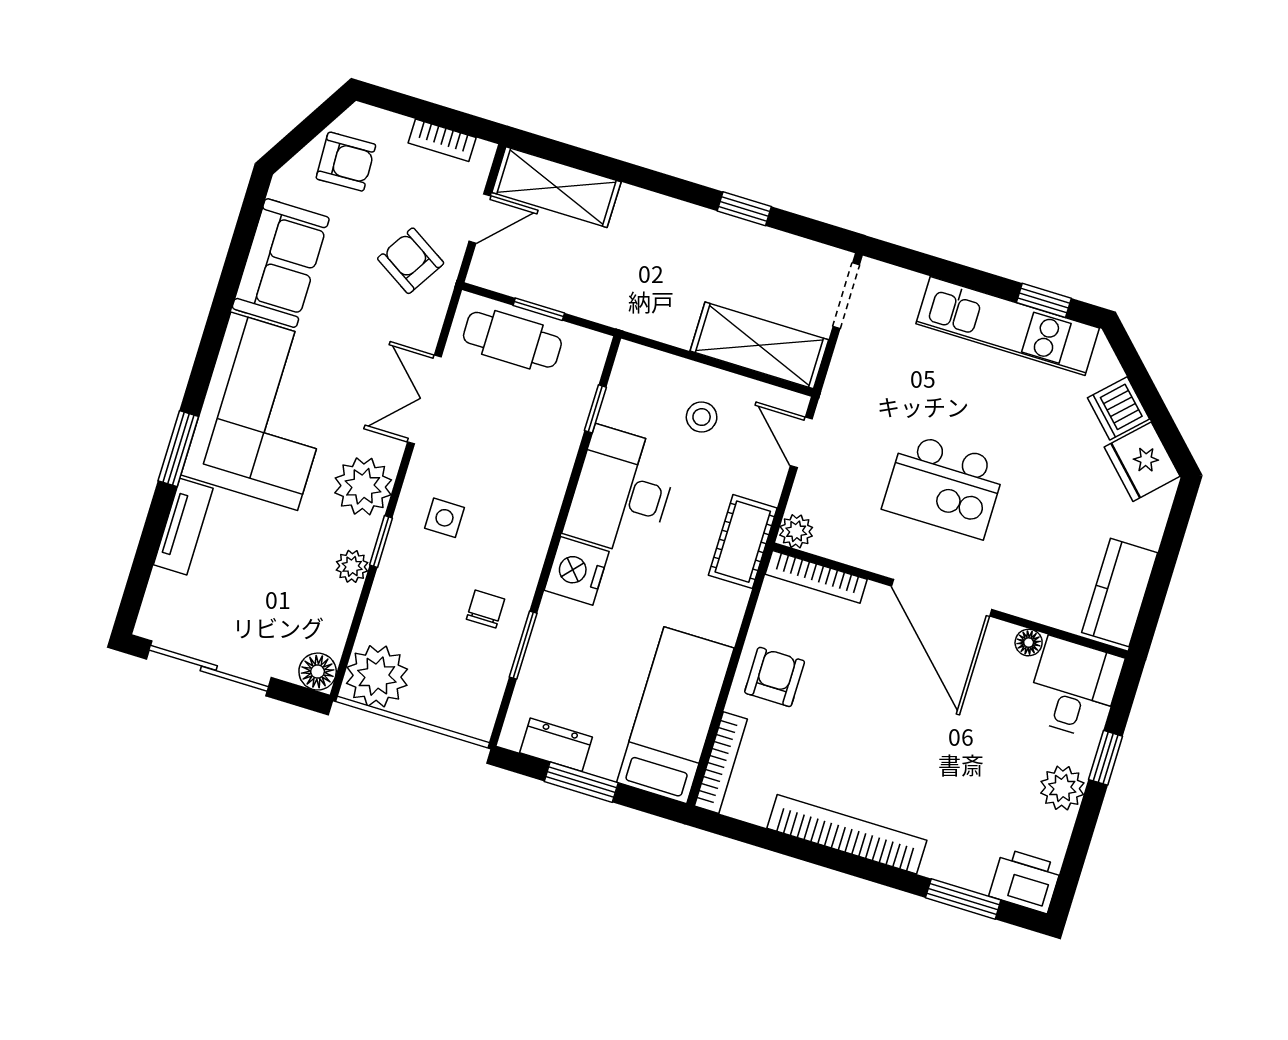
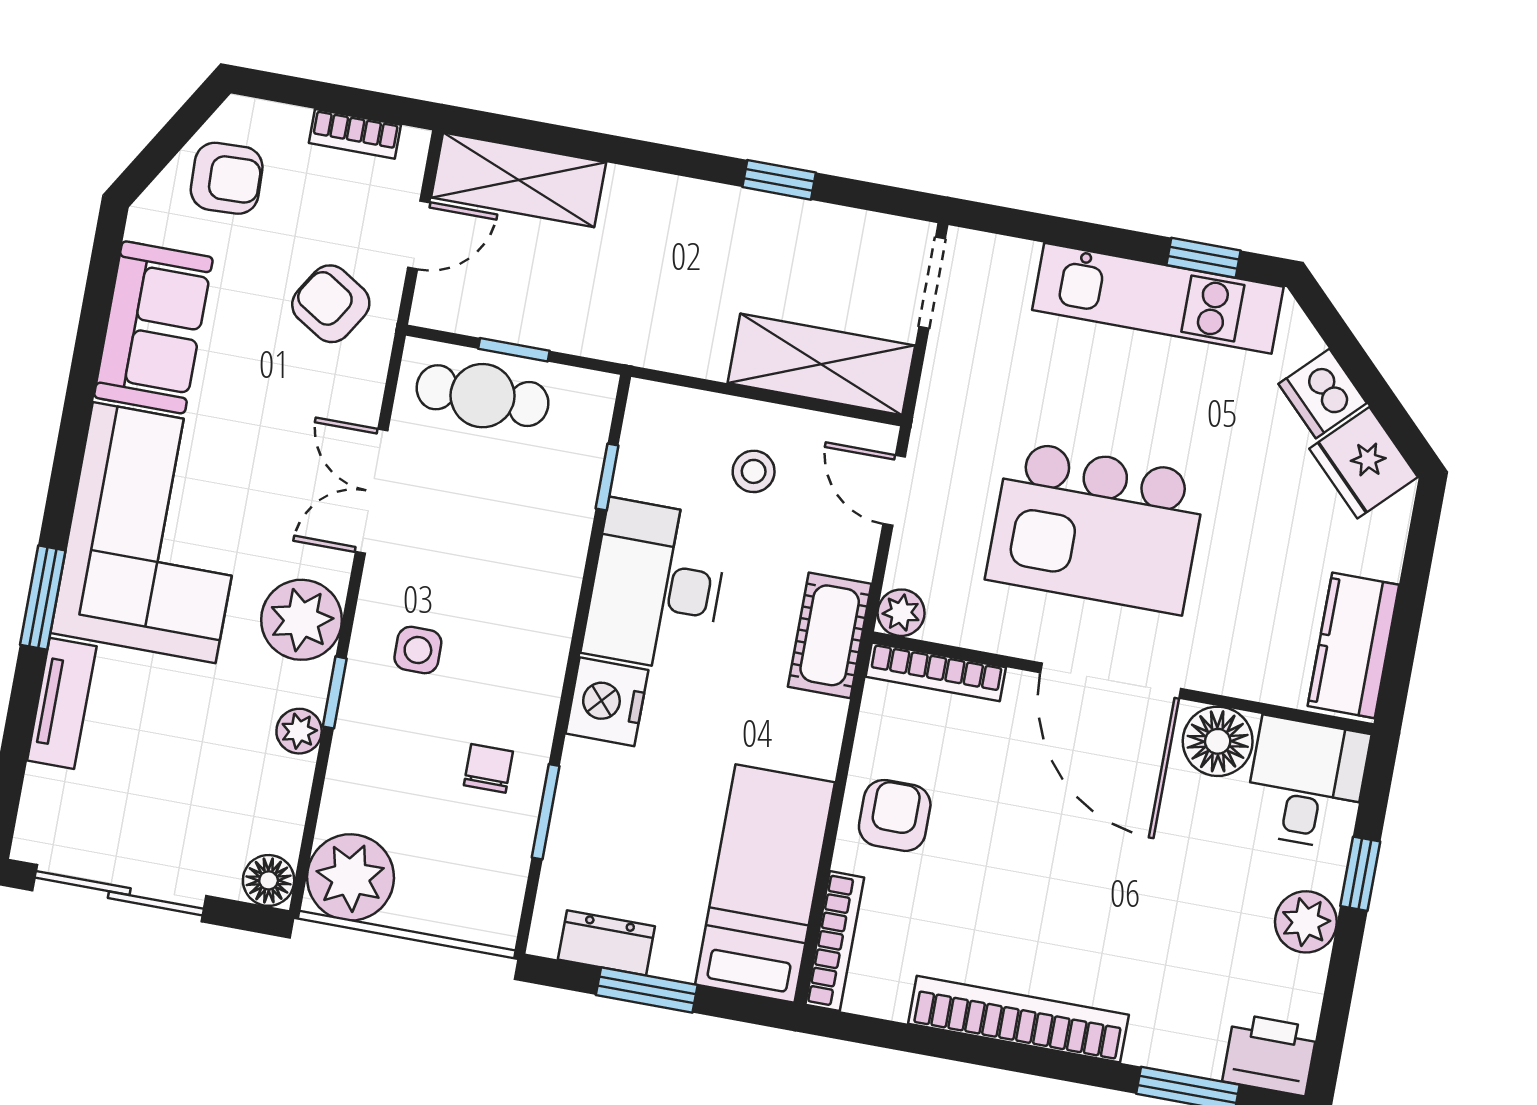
kitchen island: (944, 486) -> (1096, 527), width x1.37, depth x1.28
floor lamp: (1029, 643) -> (1218, 741), width x1.89, depth x1.89

